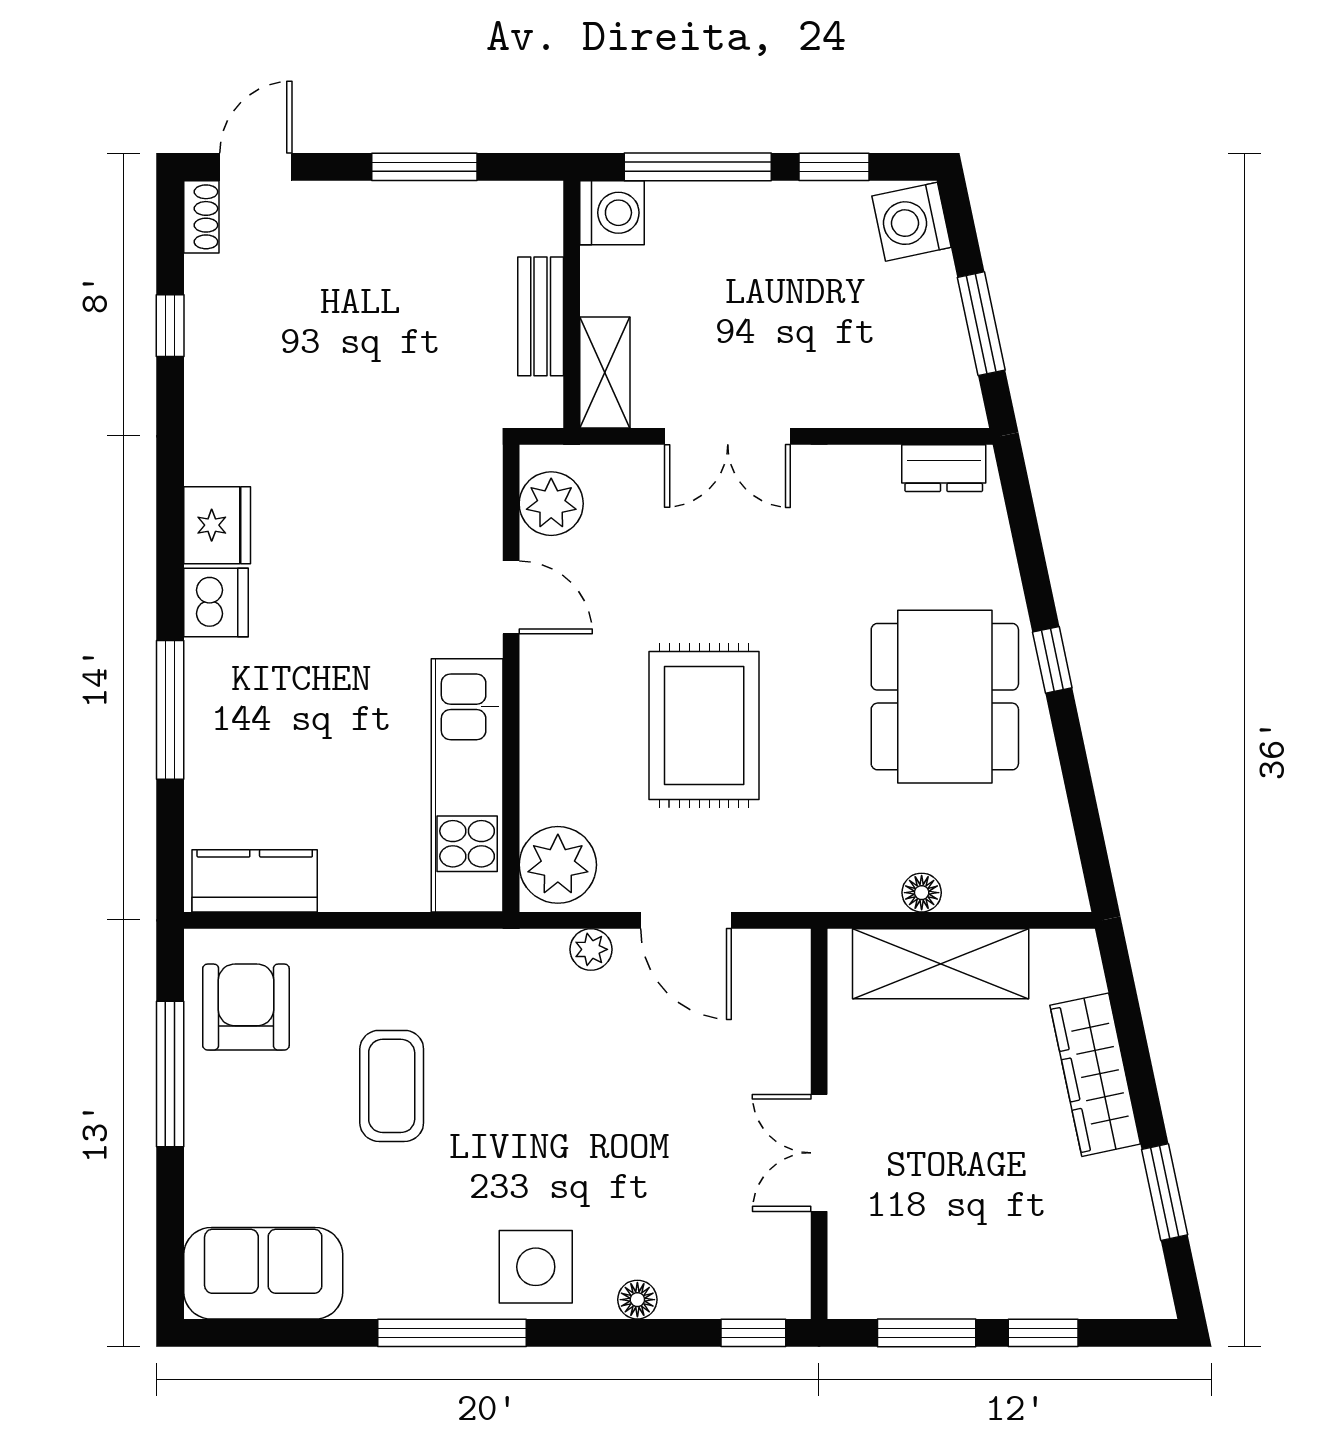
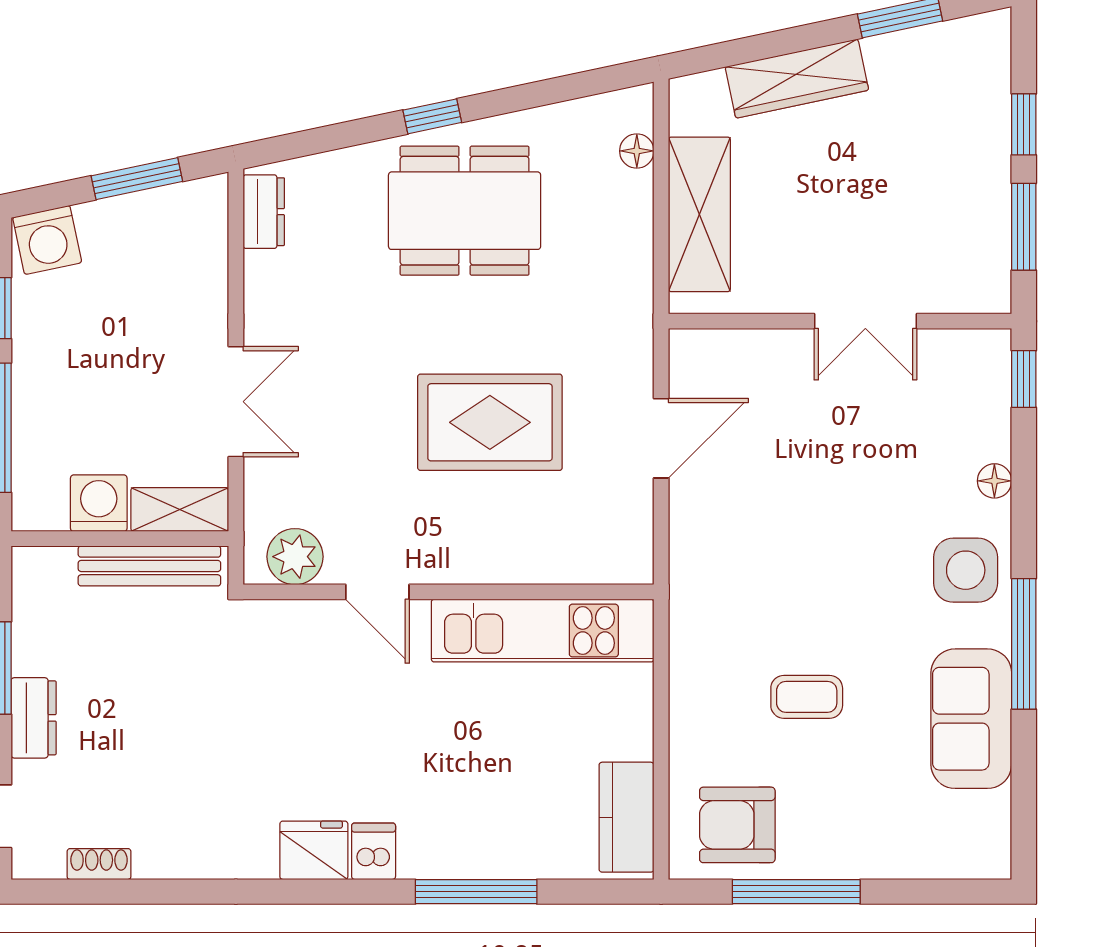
dresser: (368, 206) -> (34, 718), added
washing machine: (612, 213) -> (99, 503), moved
shoe rack: (201, 217) -> (99, 864), moved
bench: (541, 316) -> (149, 566), width x1.36
window: (170, 326) -> (138, 892), removed
door: (511, 597) -> (377, 592), swing flipped
dishwasher: (216, 603) -> (374, 851), width x0.73
plant: (558, 865) -> (612, 551), removed
floor lamp: (922, 893) -> (637, 151), moved
plant: (591, 949) -> (687, 522), removed
coffee table: (392, 1086) -> (807, 697), width x0.73, depth x0.77
sofa: (263, 1273) -> (971, 719), moved

